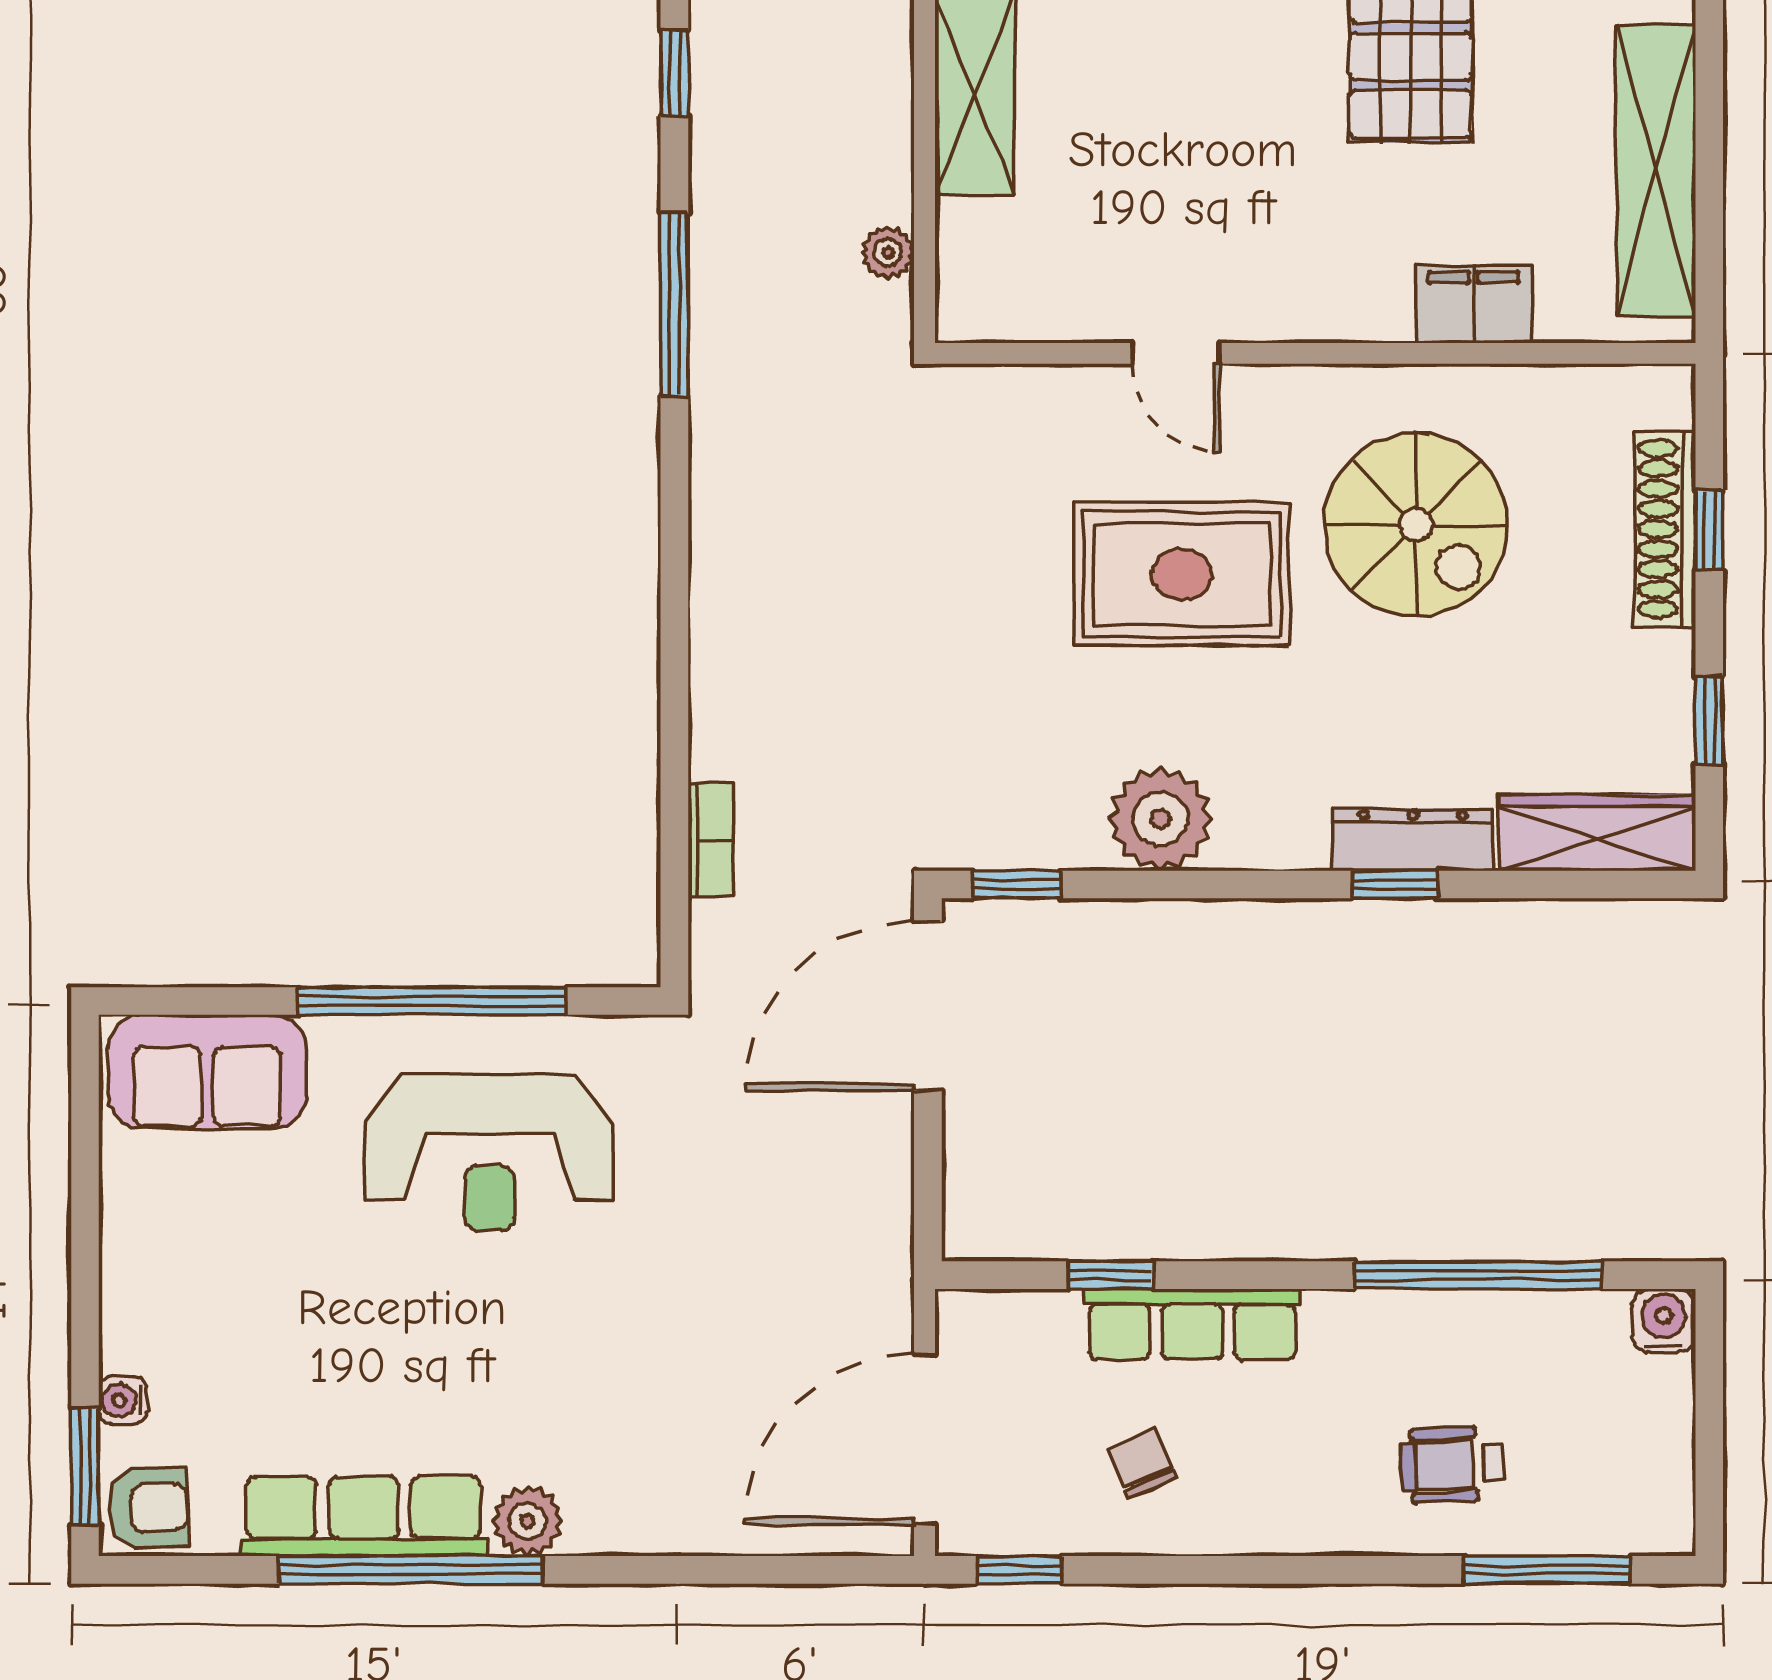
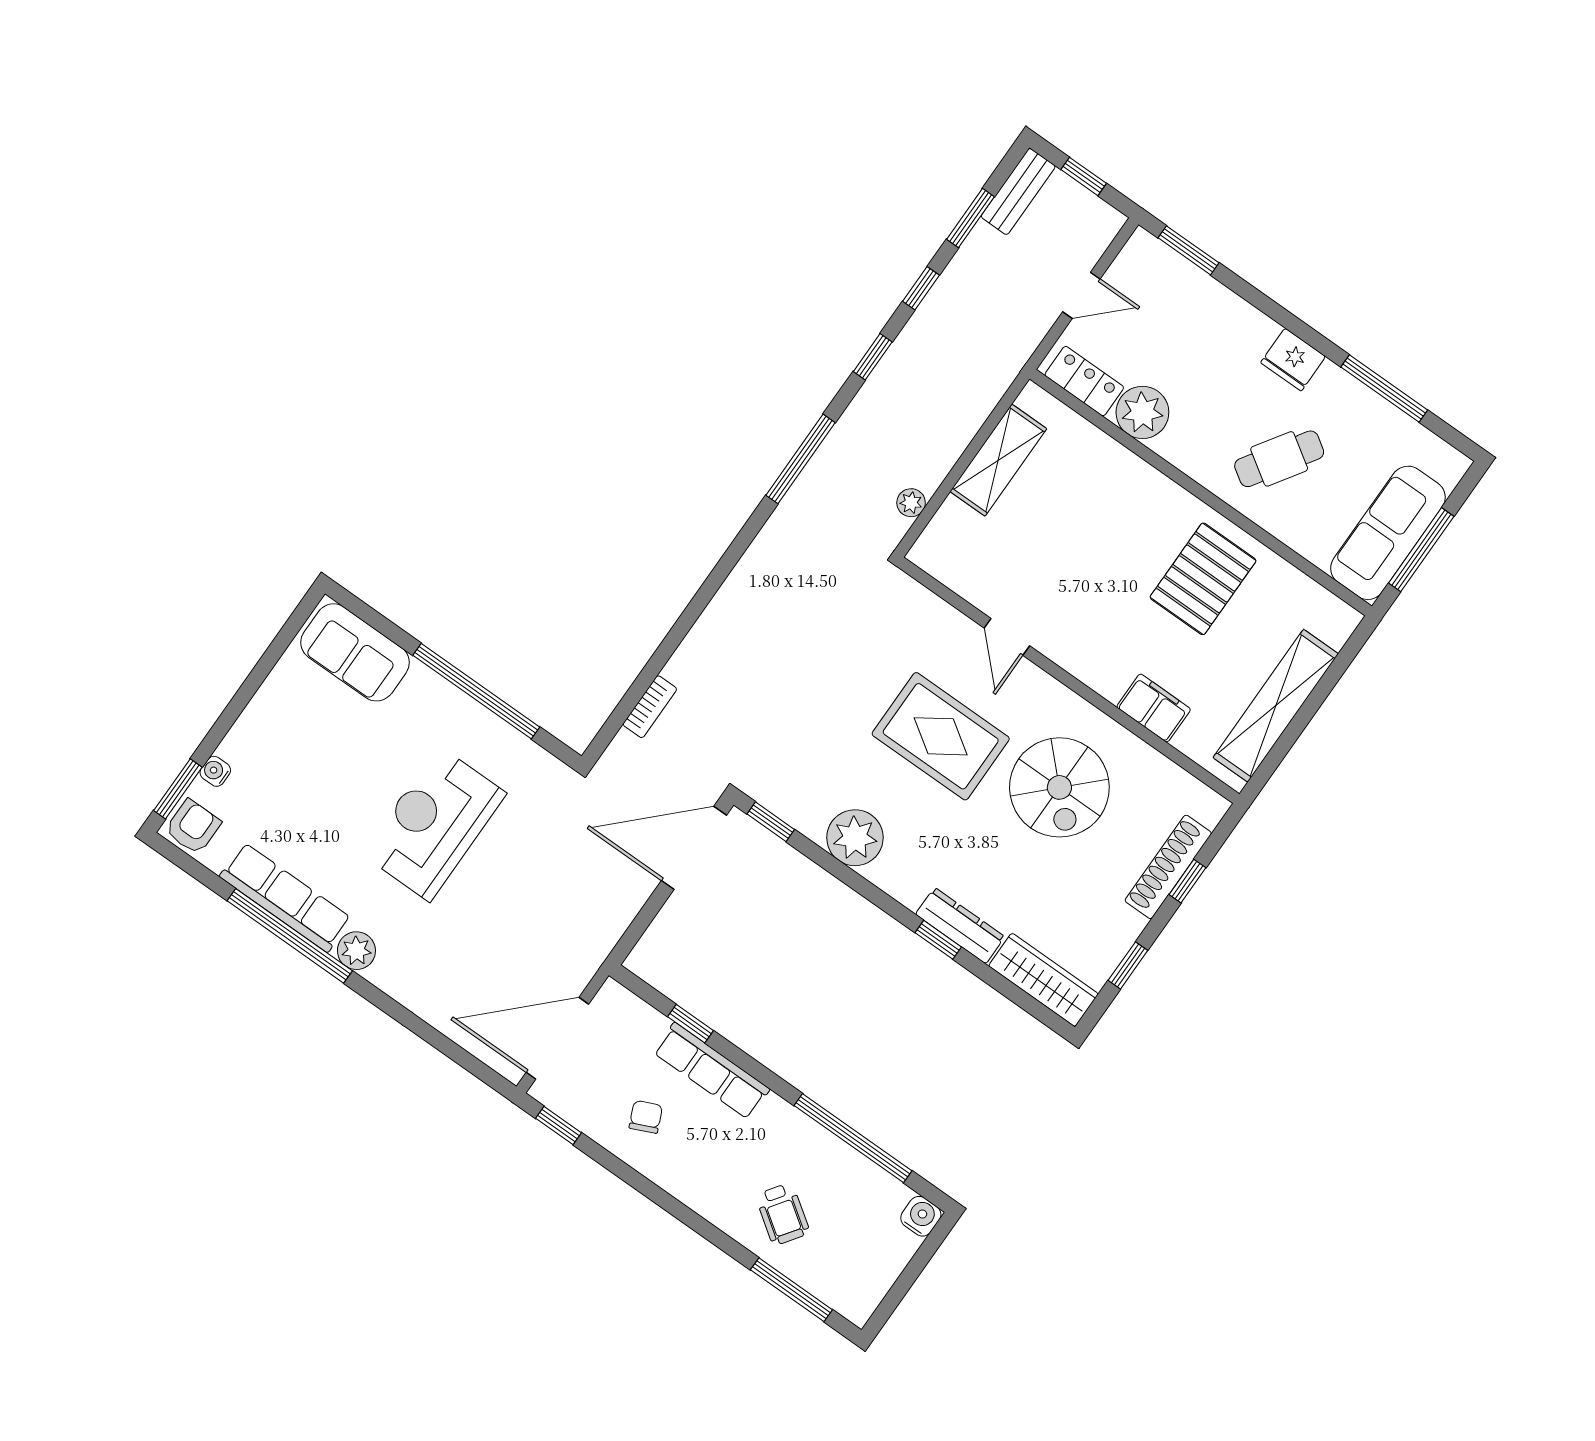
reception desk: (489, 1153) -> (434, 824), moved, turned 90
wheelchair: (1452, 1465) -> (783, 1214), turned -142
armchair: (148, 1508) -> (193, 827), turned -87

